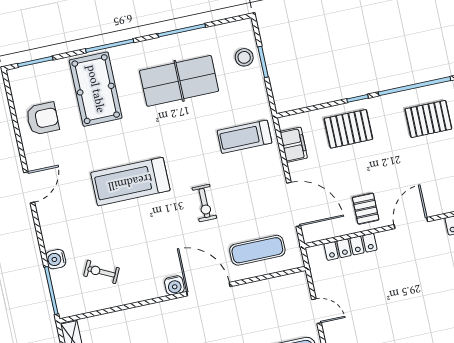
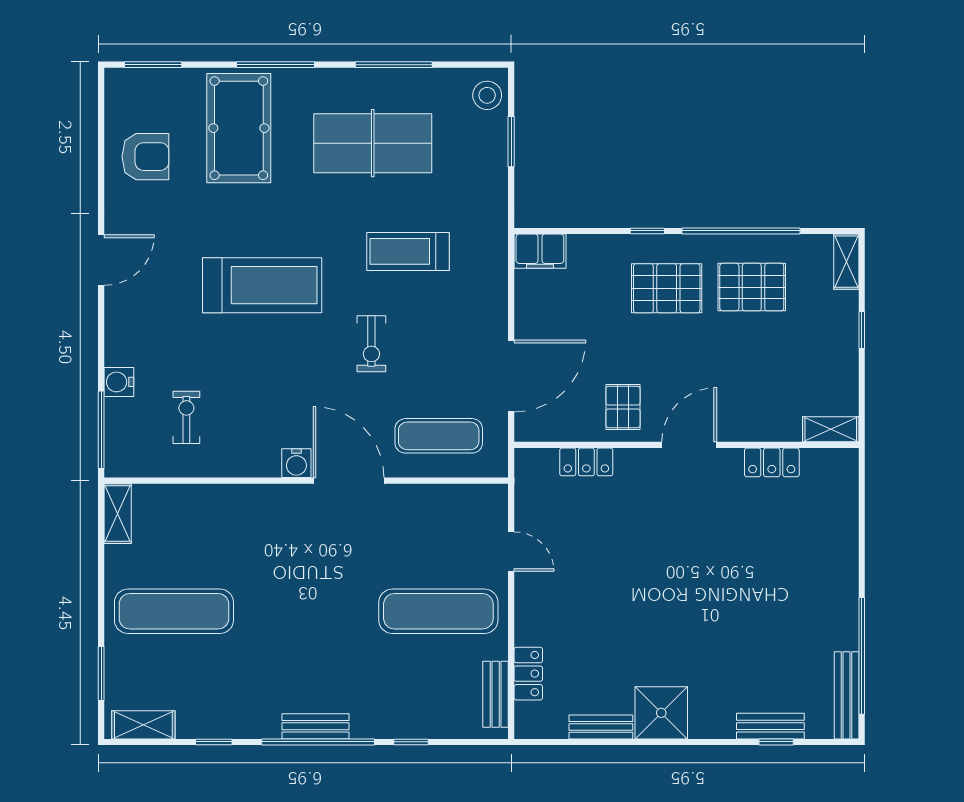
stool: (244, 57) -> (487, 95), moved
pallet: (348, 129) -> (667, 288), moved
treadmill: (245, 137) -> (408, 251), moved
filing cabinet: (294, 145) -> (540, 251), moved, turned 90
treadmill: (130, 182) -> (262, 285), turned 180
door: (294, 204) -> (511, 376), hinge flipped
locker: (351, 247) -> (586, 462), width x0.66
exercise bike: (101, 272) -> (186, 417), turned 64

